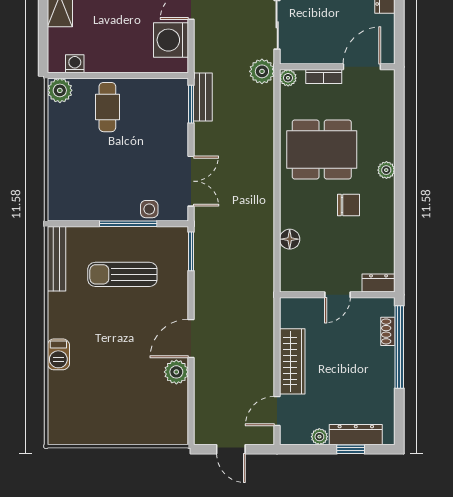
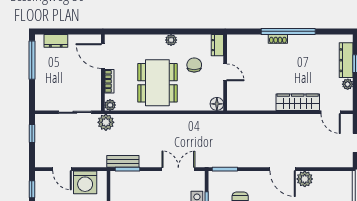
dresser: (379, 283) -> (217, 45), moved
door: (337, 295) -> (225, 72), moved
wall: (337, 295) -> (225, 72), moved

